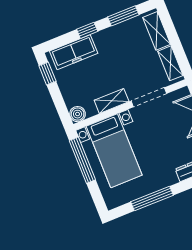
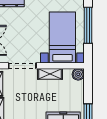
window: (82, 160) -> (88, 25), moved

